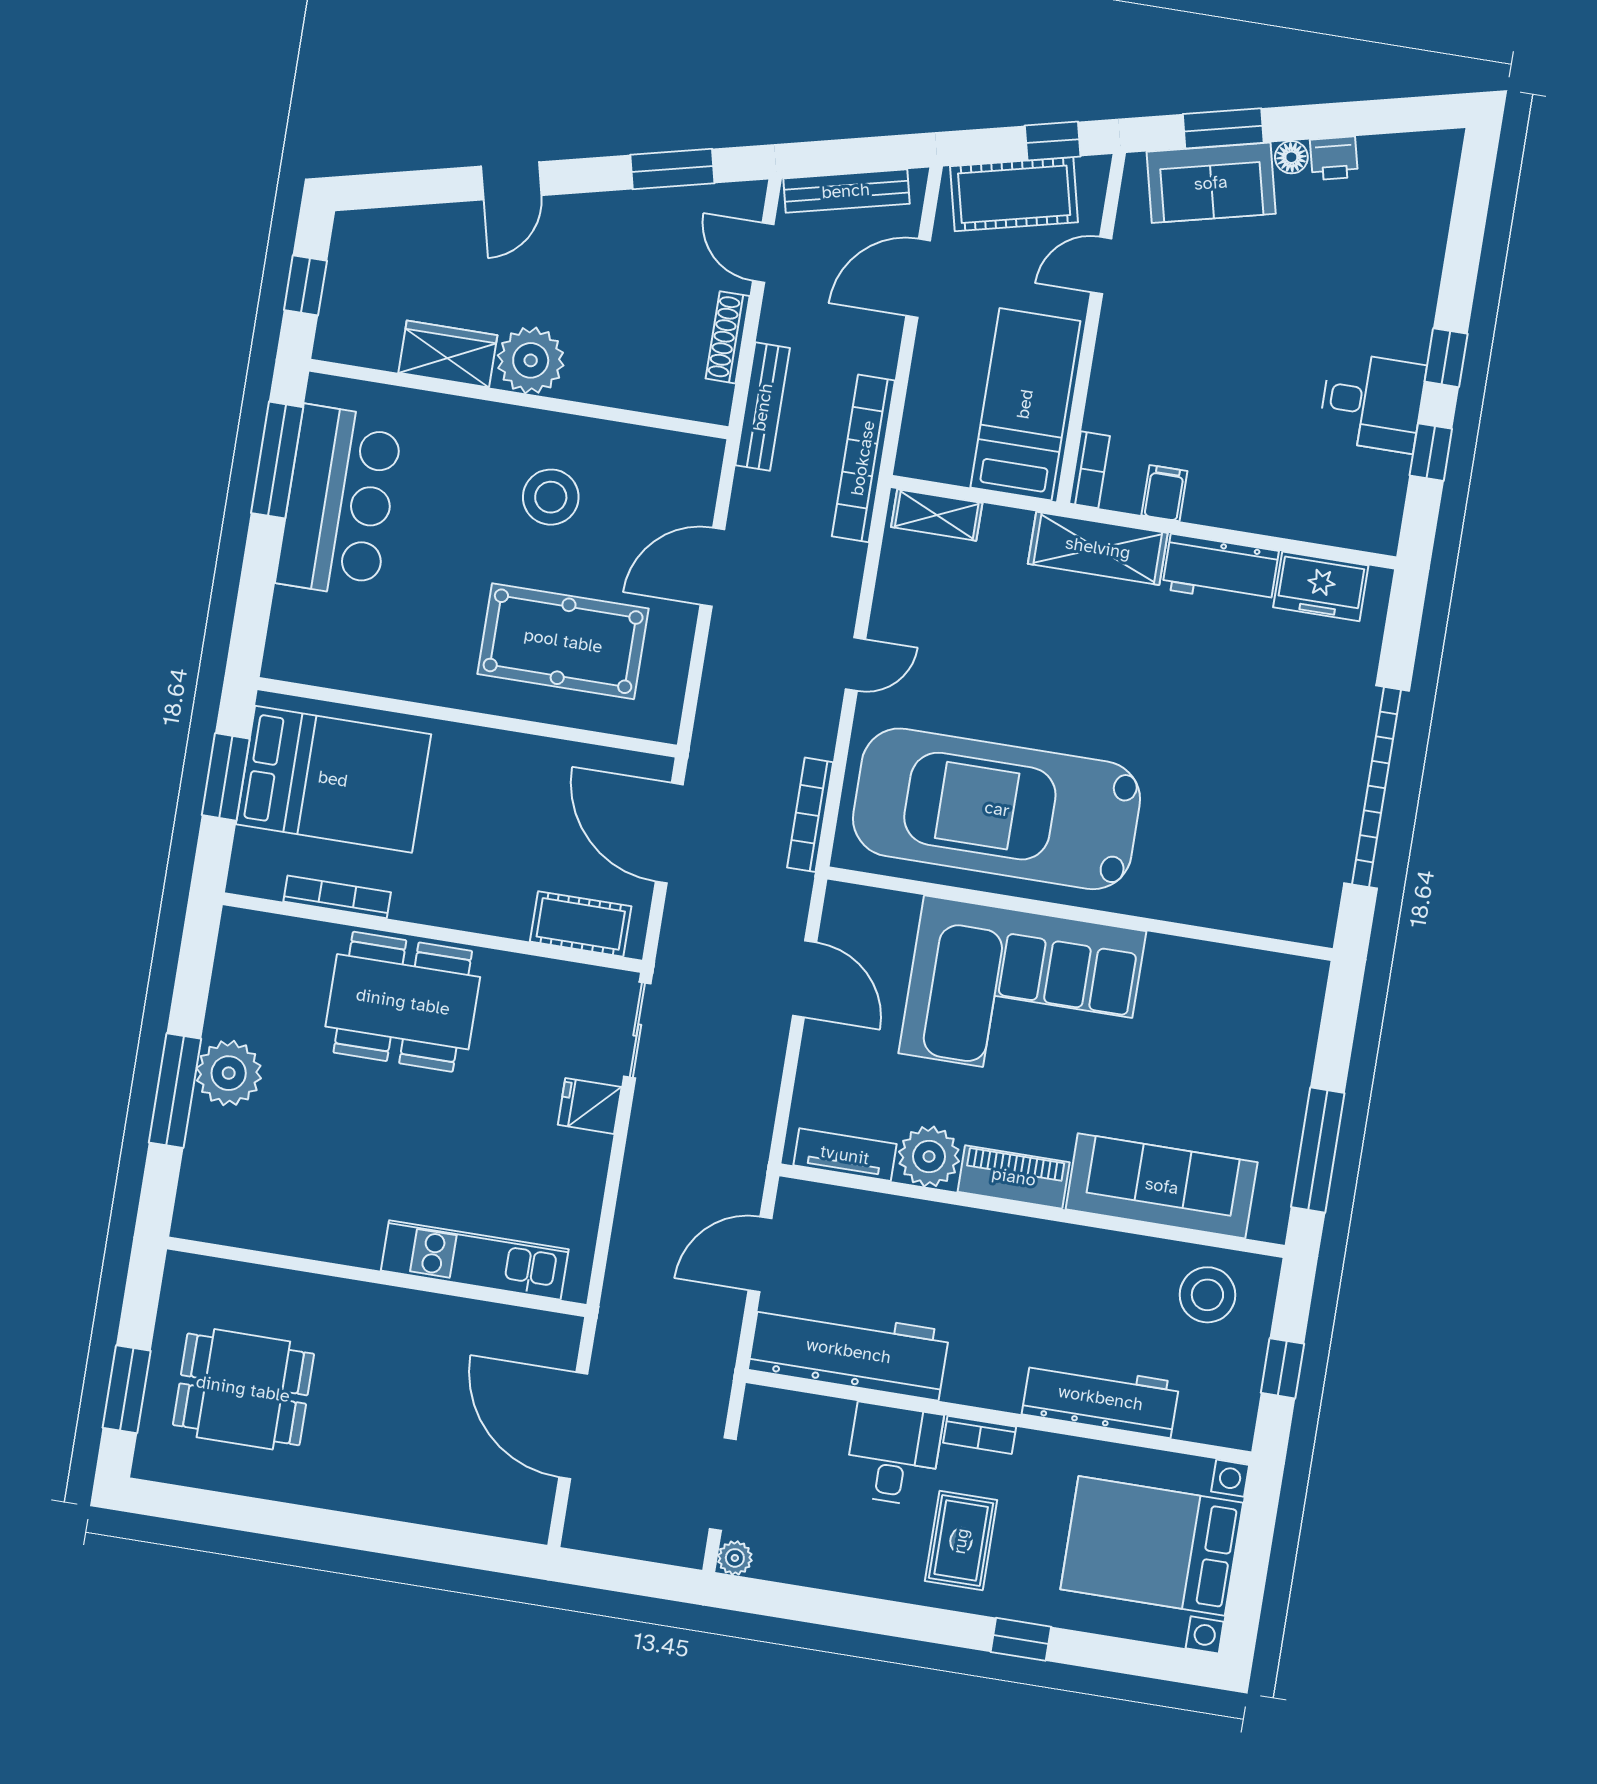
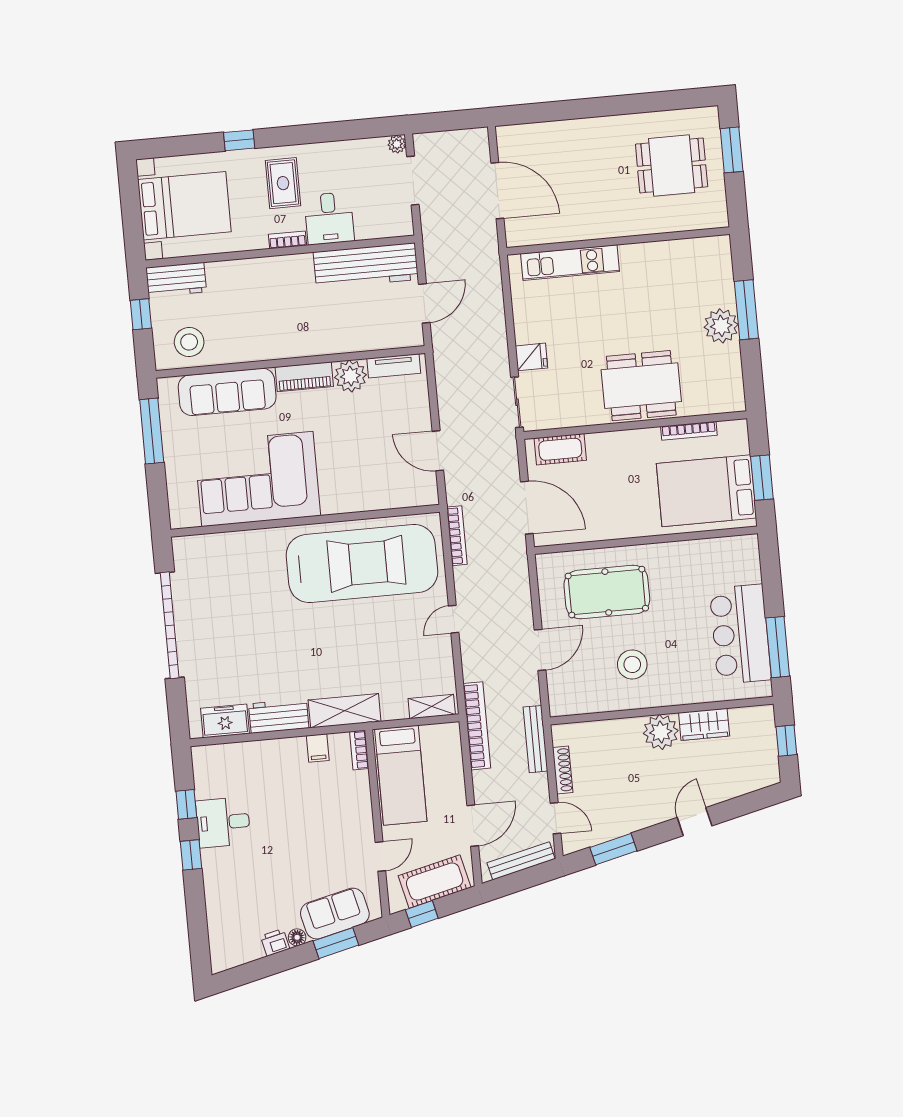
corner sofa: (1022, 992) -> (257, 479), moved
workbench: (1101, 1398) -> (176, 280), moved, width x0.73

